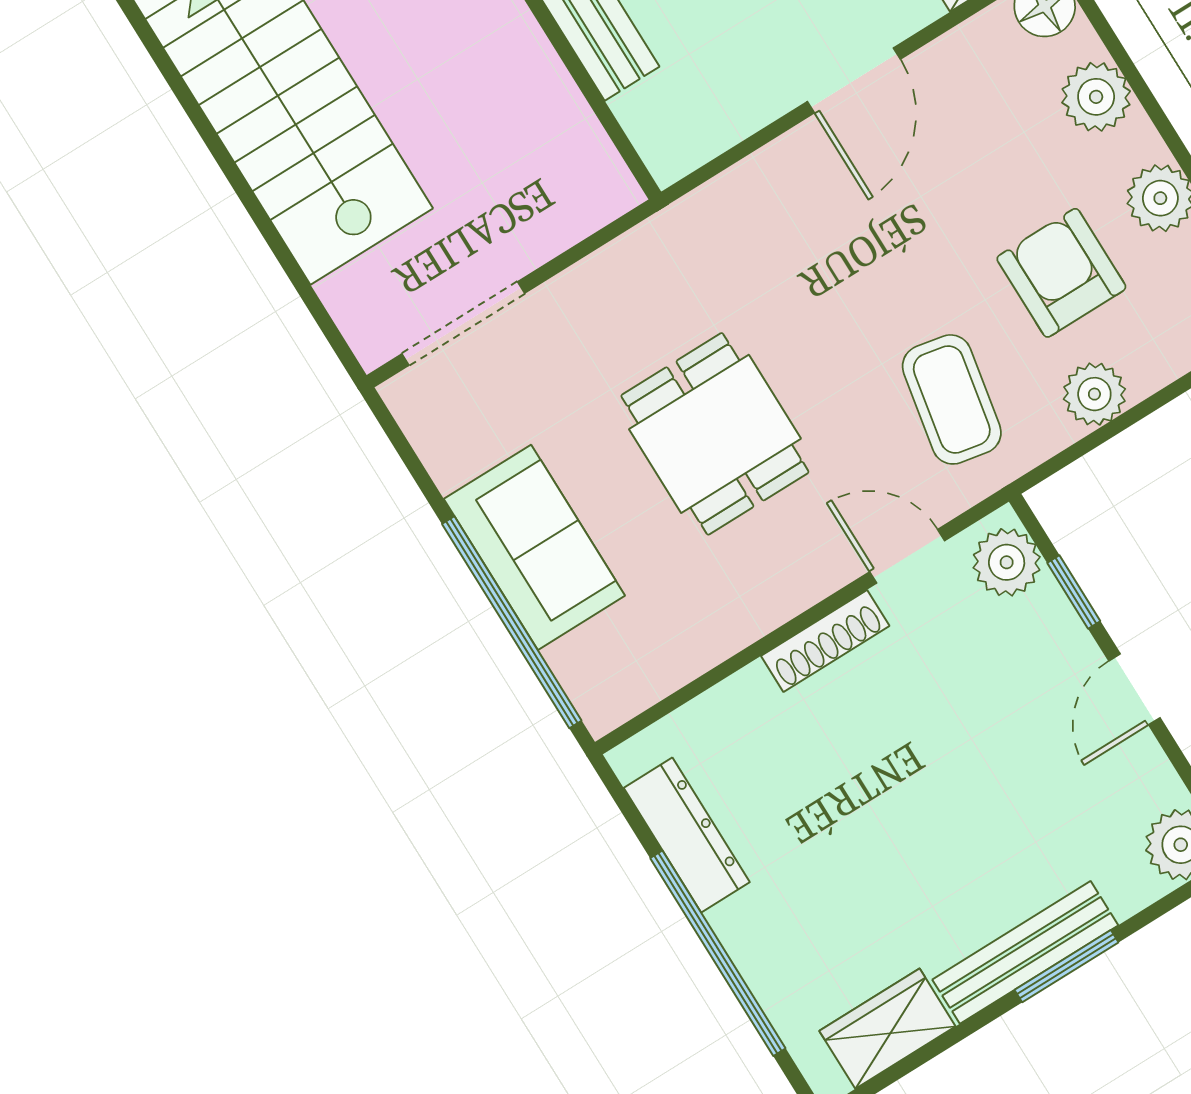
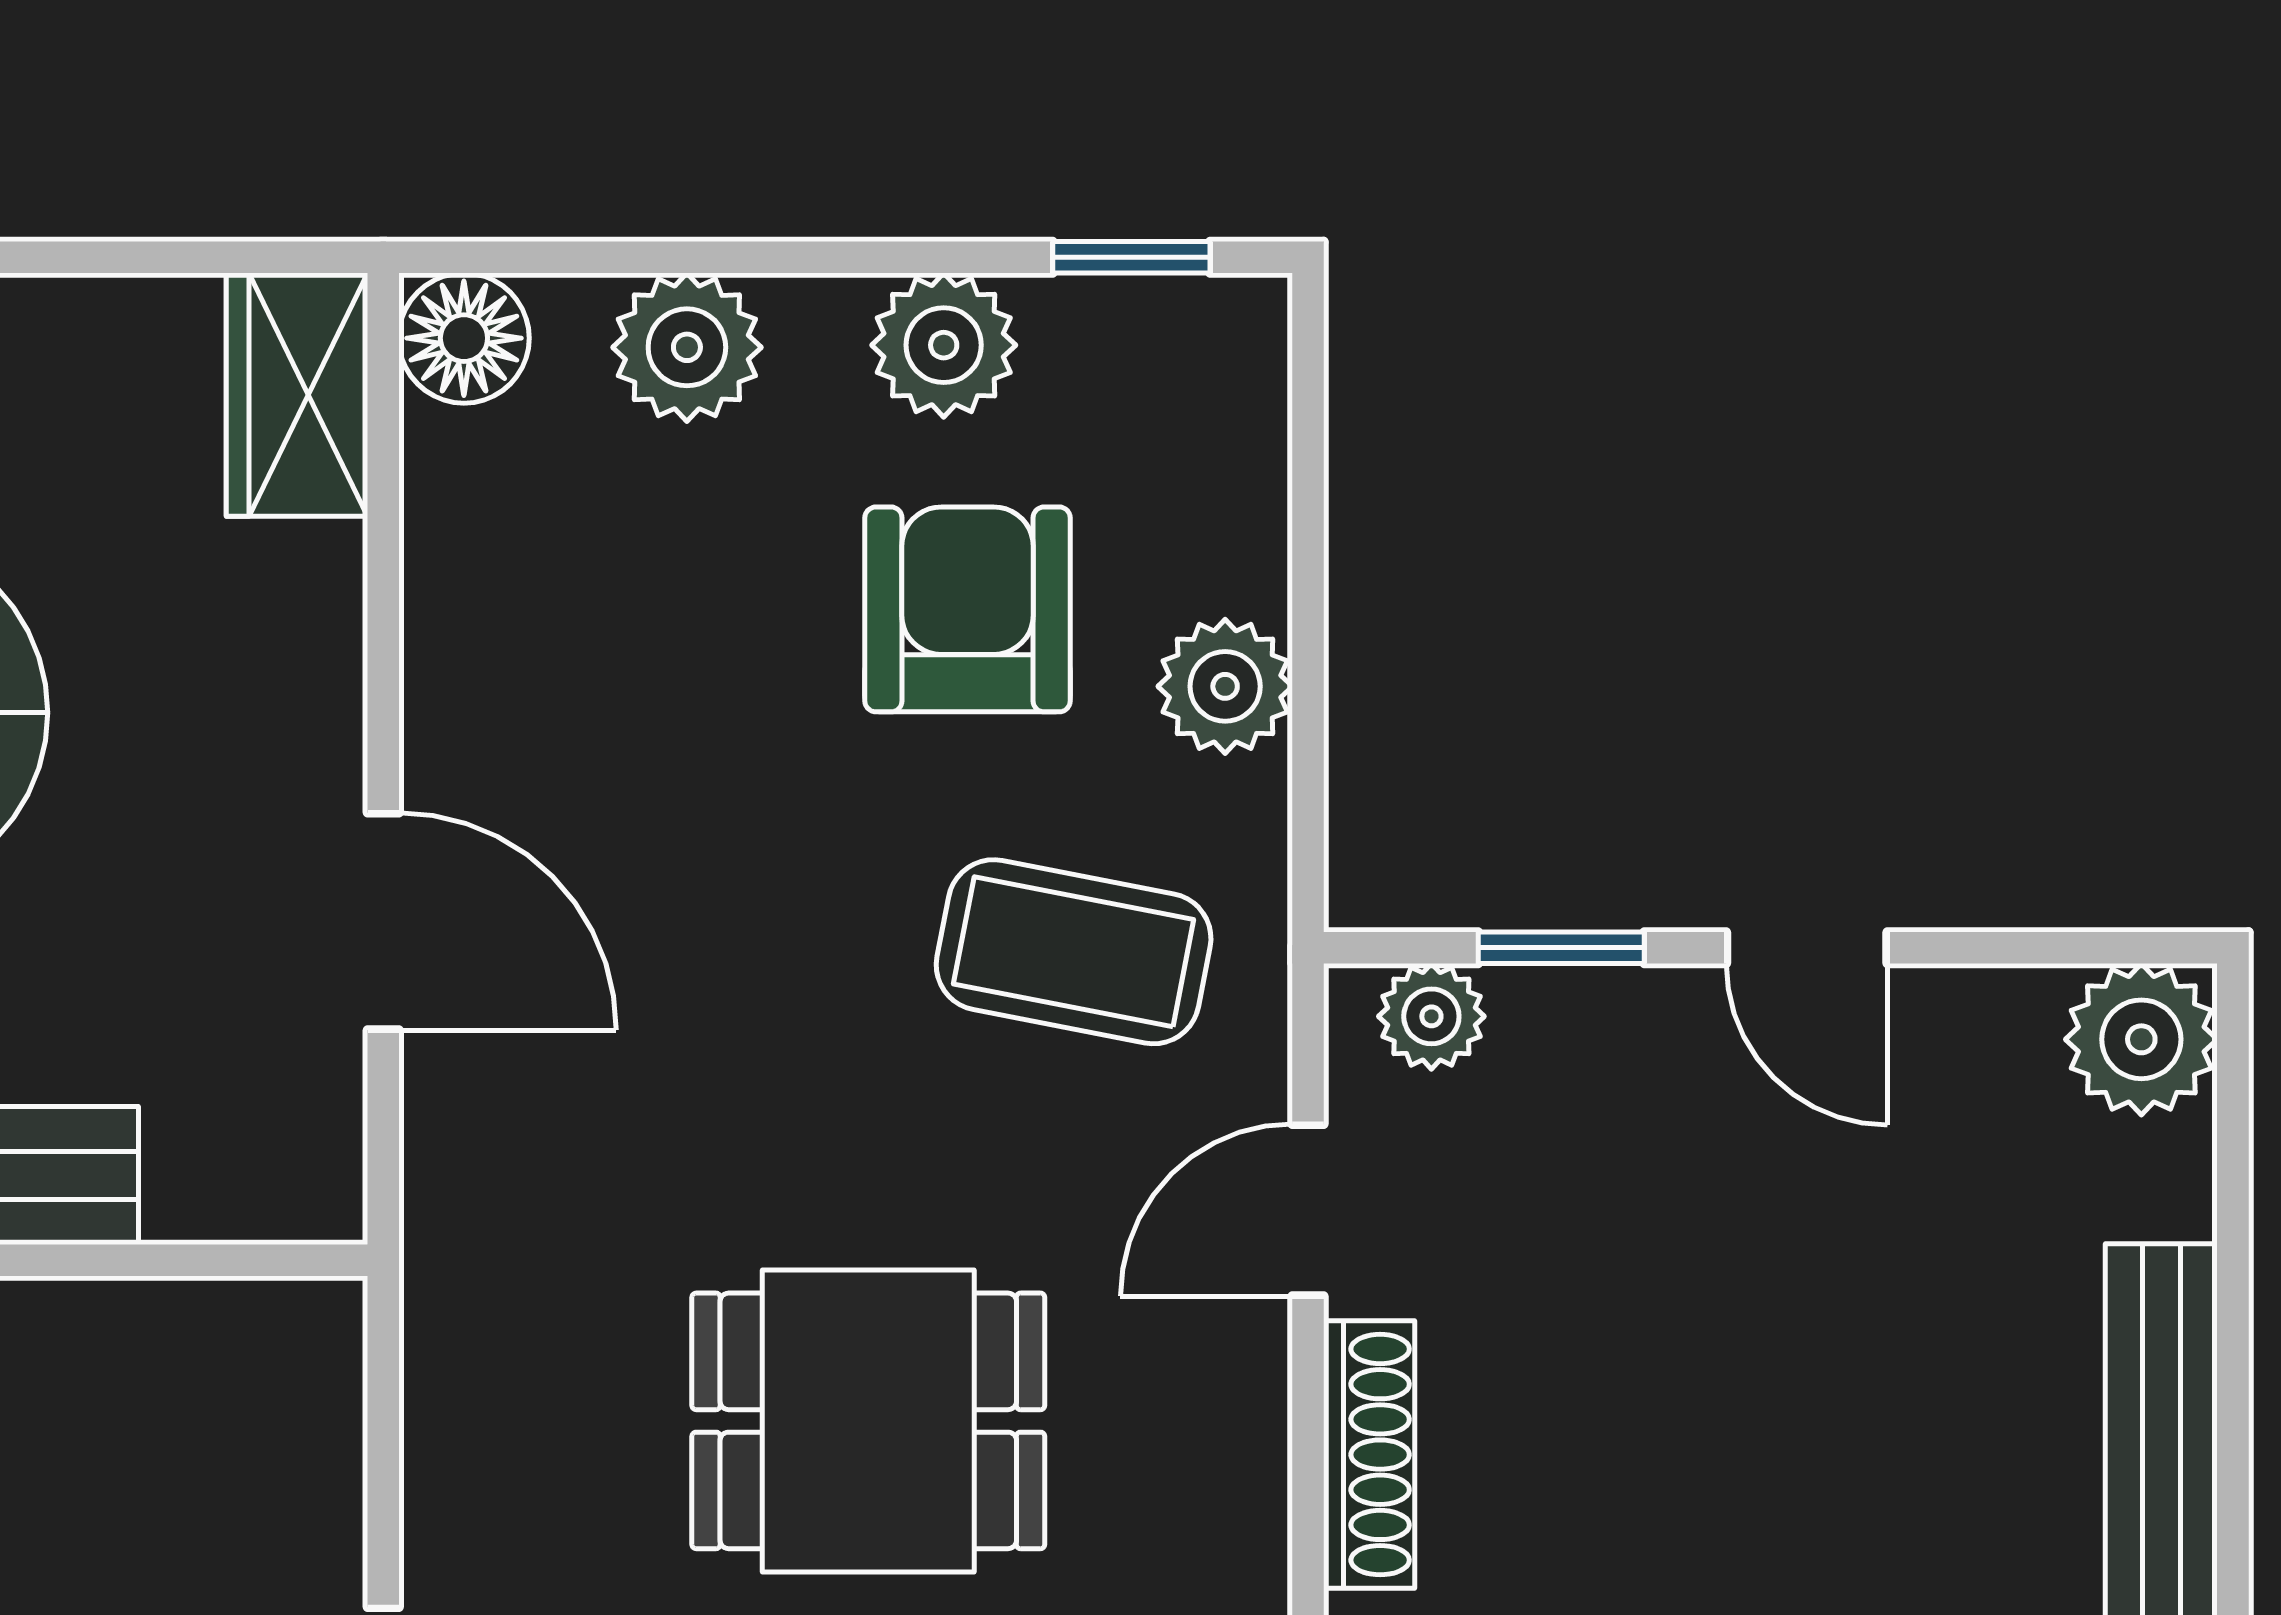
door: (854, 80) -> (383, 921), moved
armchair: (1061, 273) -> (968, 609), turned 90
plant: (1007, 562) -> (1431, 1016), width x0.73, depth x0.73
window: (1067, 966) -> (2233, 1384), removed

